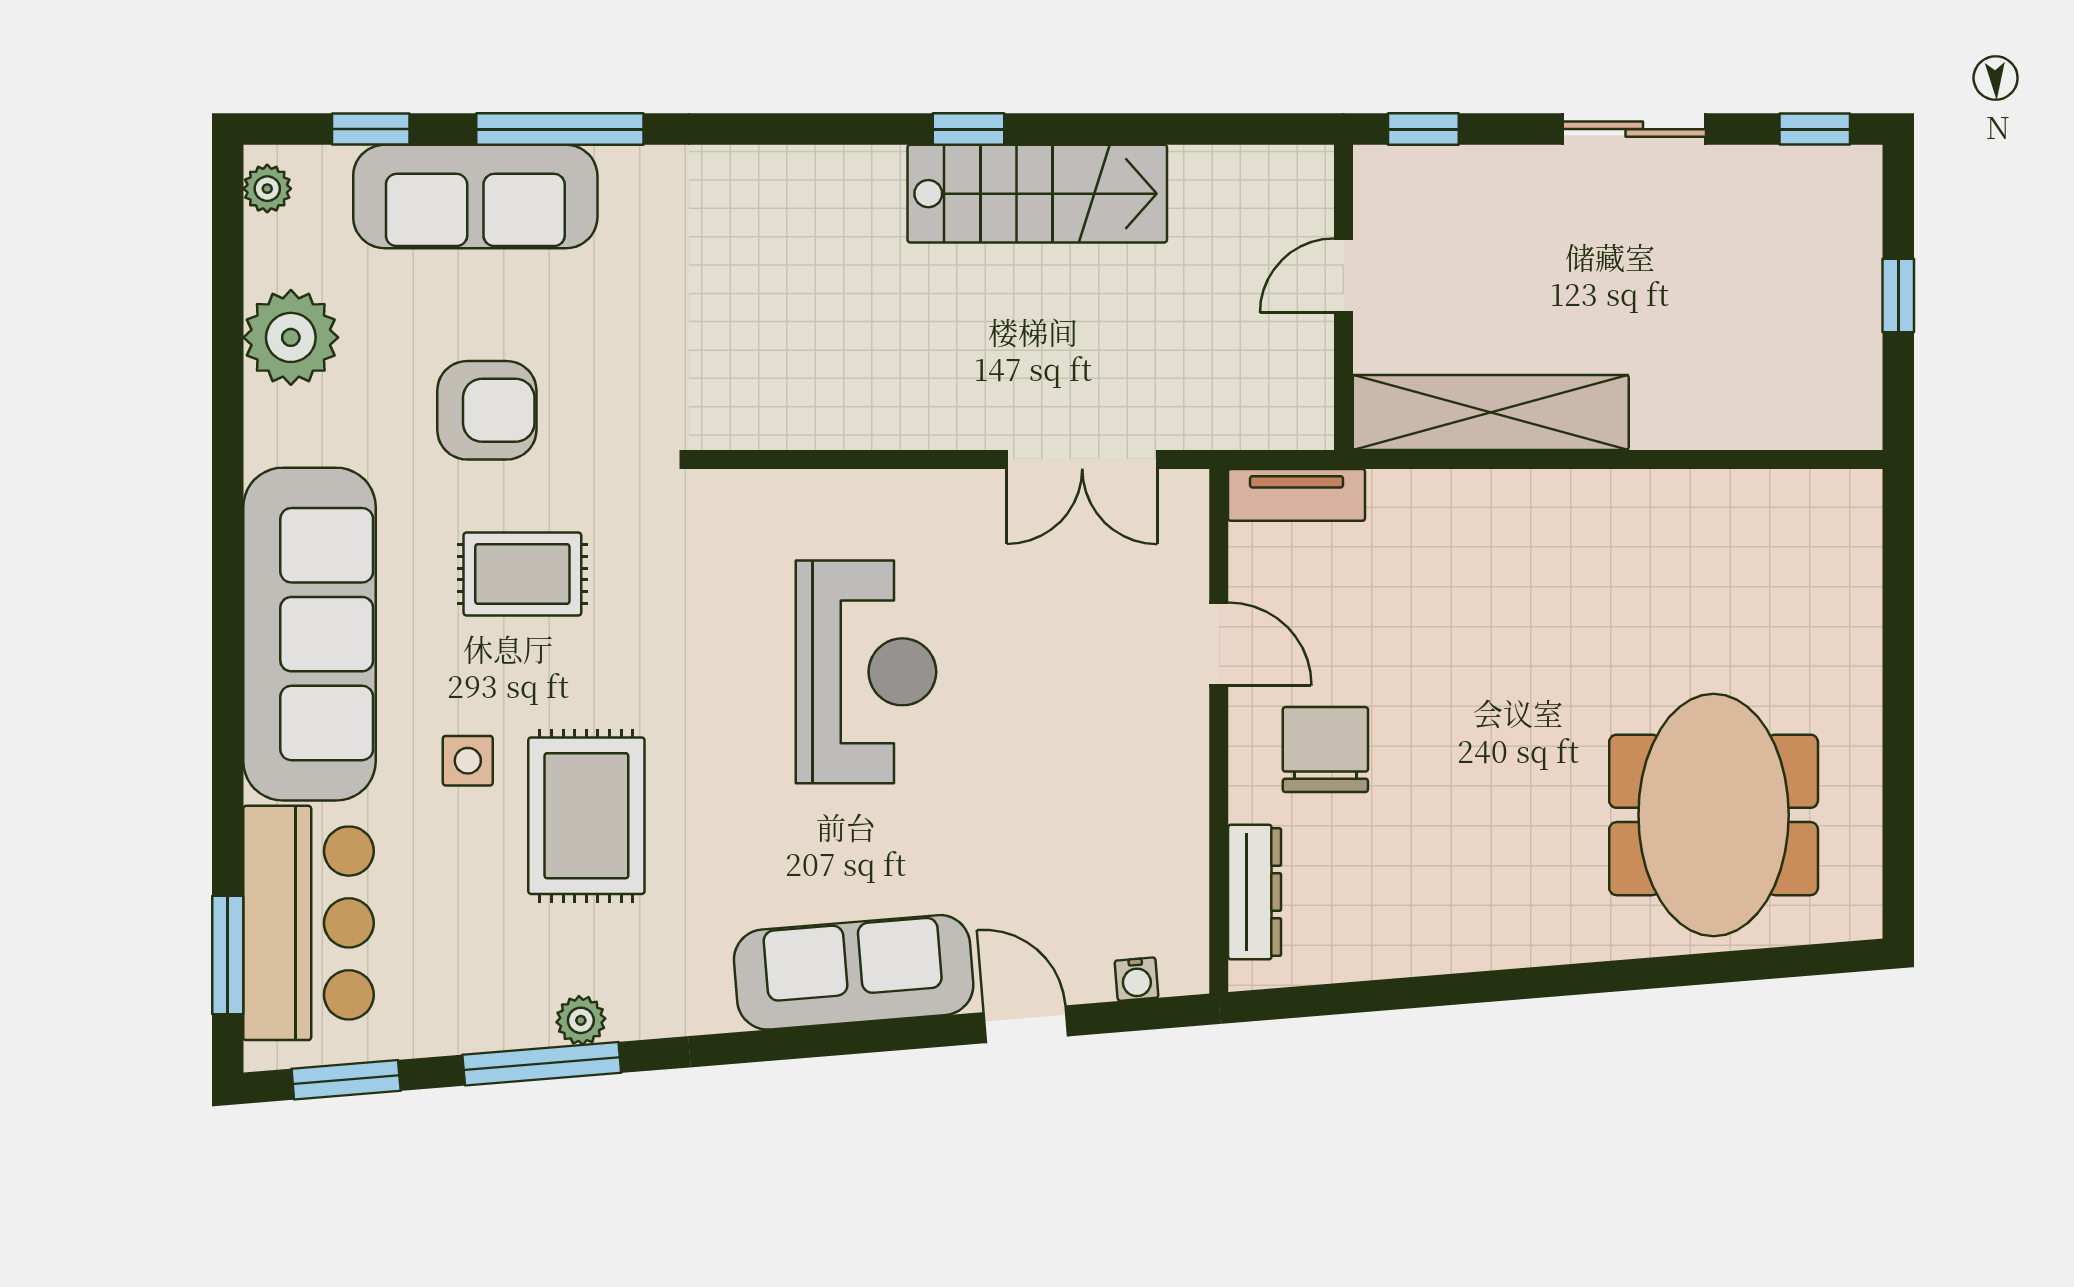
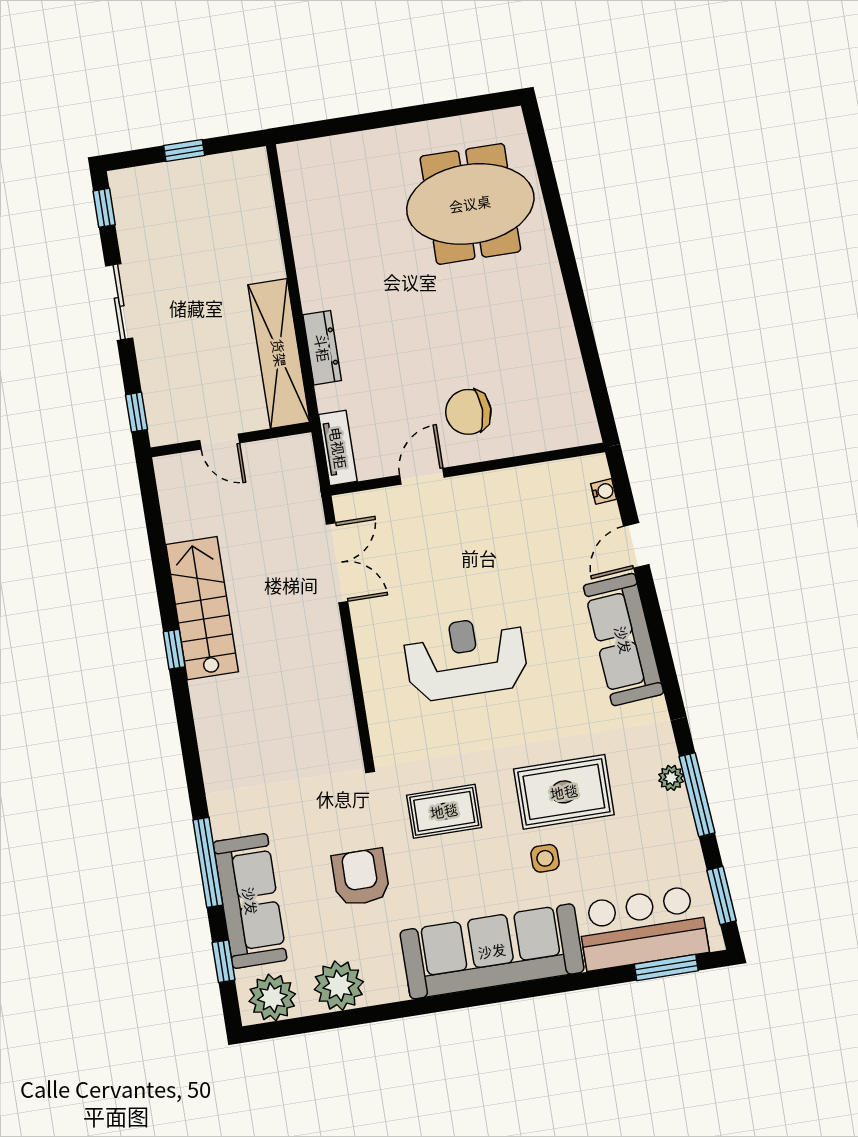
plant: (267, 189) -> (272, 998), width x1.88, depth x1.88
rug: (522, 574) -> (444, 811), moved, turned 90
dresser: (1255, 892) -> (322, 348), moved, turned 90

